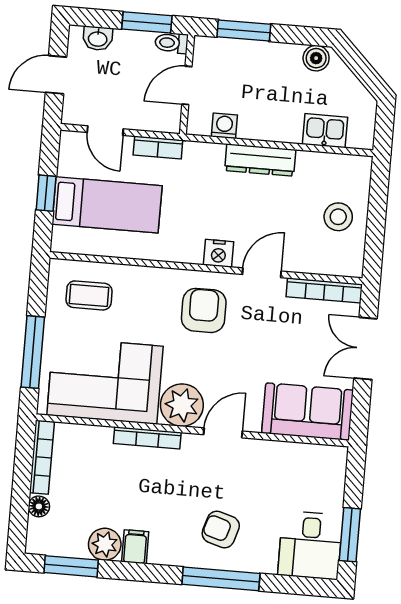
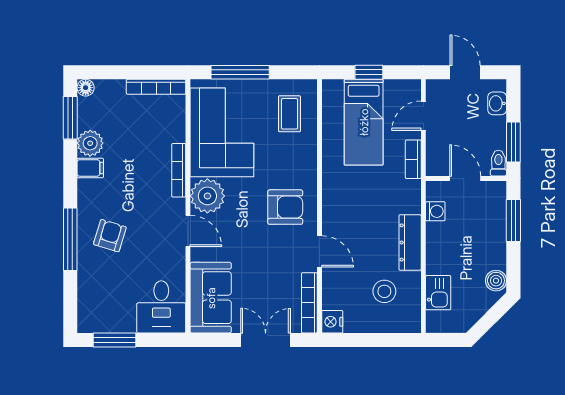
stool: (338, 217) -> (384, 291), moved
nightstand: (219, 253) -> (332, 322), moved
floor lamp: (39, 506) -> (86, 88), moved
desk: (310, 545) -> (161, 307), moved, turned -90

